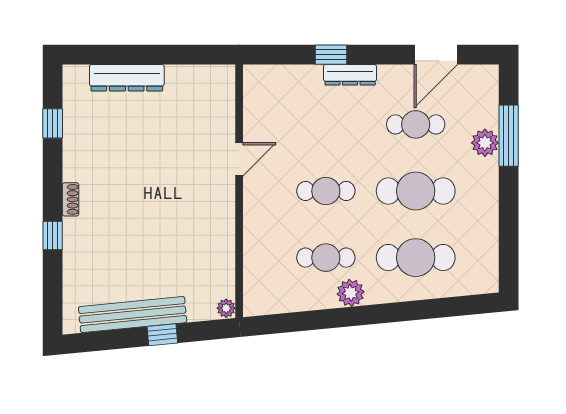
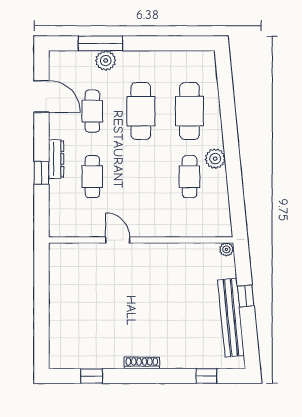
dresser: (127, 78) -> (58, 322), removed
cafe table: (326, 191) -> (92, 177), moved
shoe rack: (71, 199) -> (142, 363), width x1.43
window: (53, 236) -> (206, 376), moved

